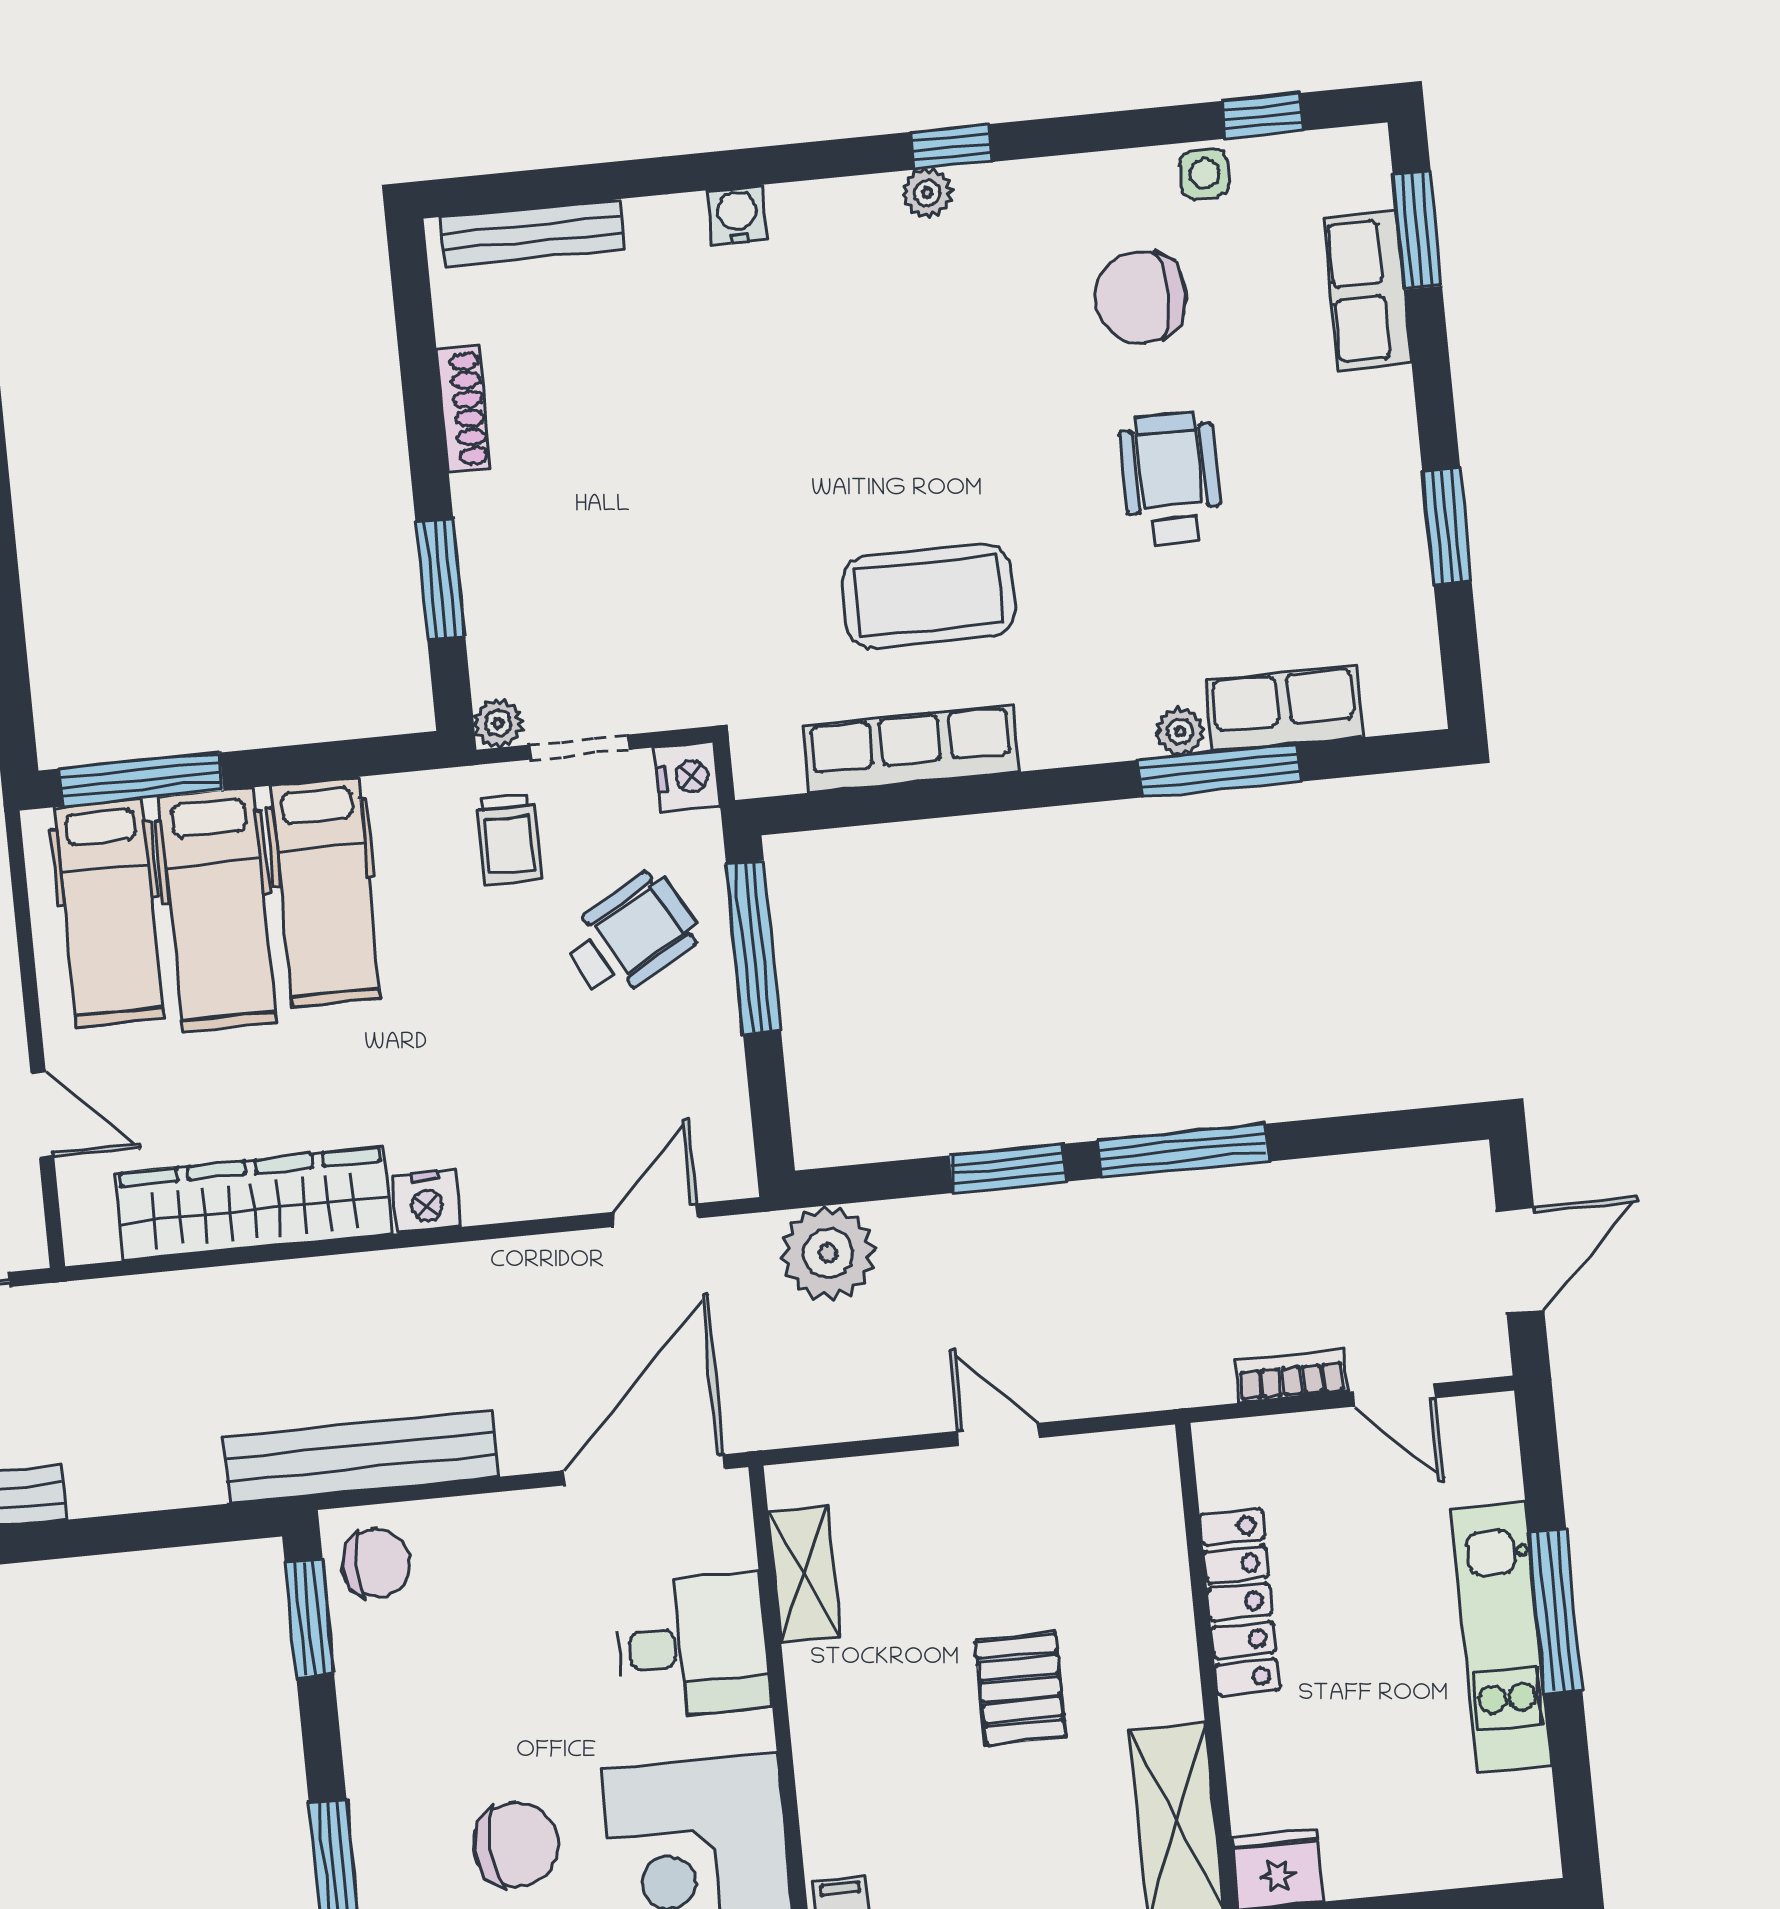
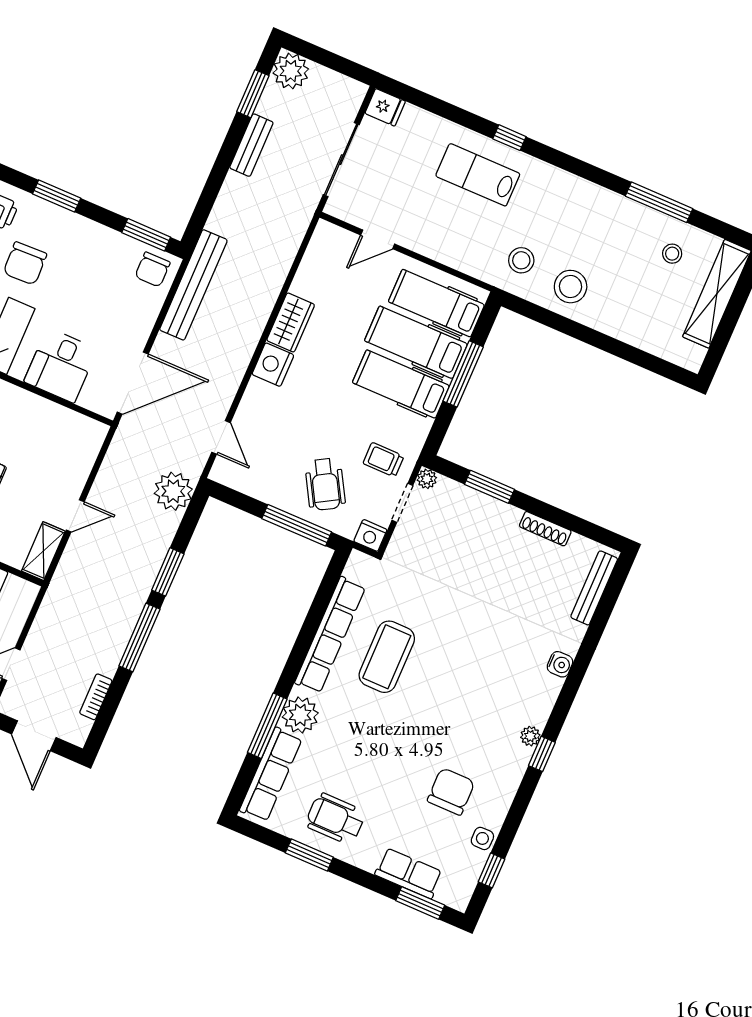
wheelchair: (1171, 479) -> (335, 819), moved, turned 180
row of seats: (1284, 709) -> (271, 775), width x1.48
plant: (1180, 732) -> (300, 715), width x1.87, depth x1.87
row of seats: (911, 748) -> (330, 635), width x1.36
window: (141, 779) -> (463, 374), moved
nightstand: (426, 1201) -> (273, 365), width x1.36, depth x1.33
wardrobe: (254, 1204) -> (291, 322), width x0.48, depth x0.85
bookcase: (1292, 1376) -> (96, 697), moved, turned 180
door: (644, 1470) -> (133, 383), hinge flipped
shelving: (804, 1574) -> (43, 551), moved, turned 90

